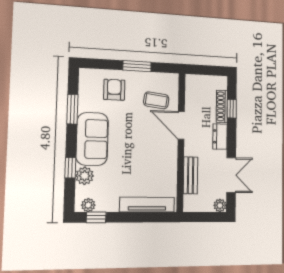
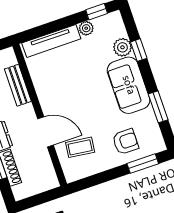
window: (137, 66) -> (143, 164), moved
armchair: (114, 90) -> (125, 142), turned -90
plant: (88, 205) -> (86, 28), moved

